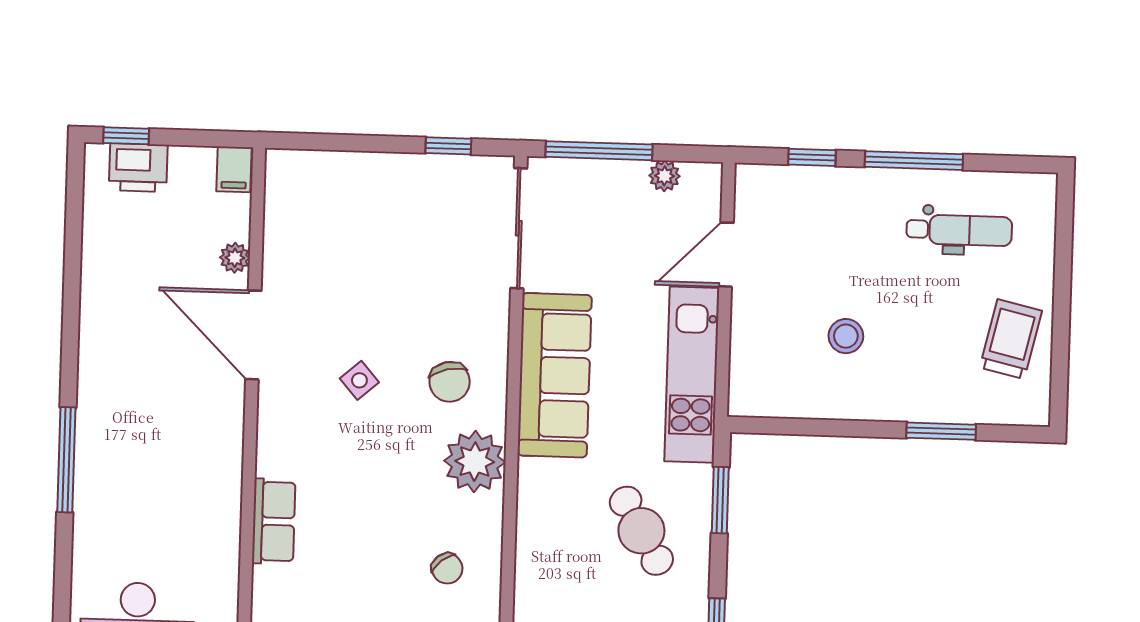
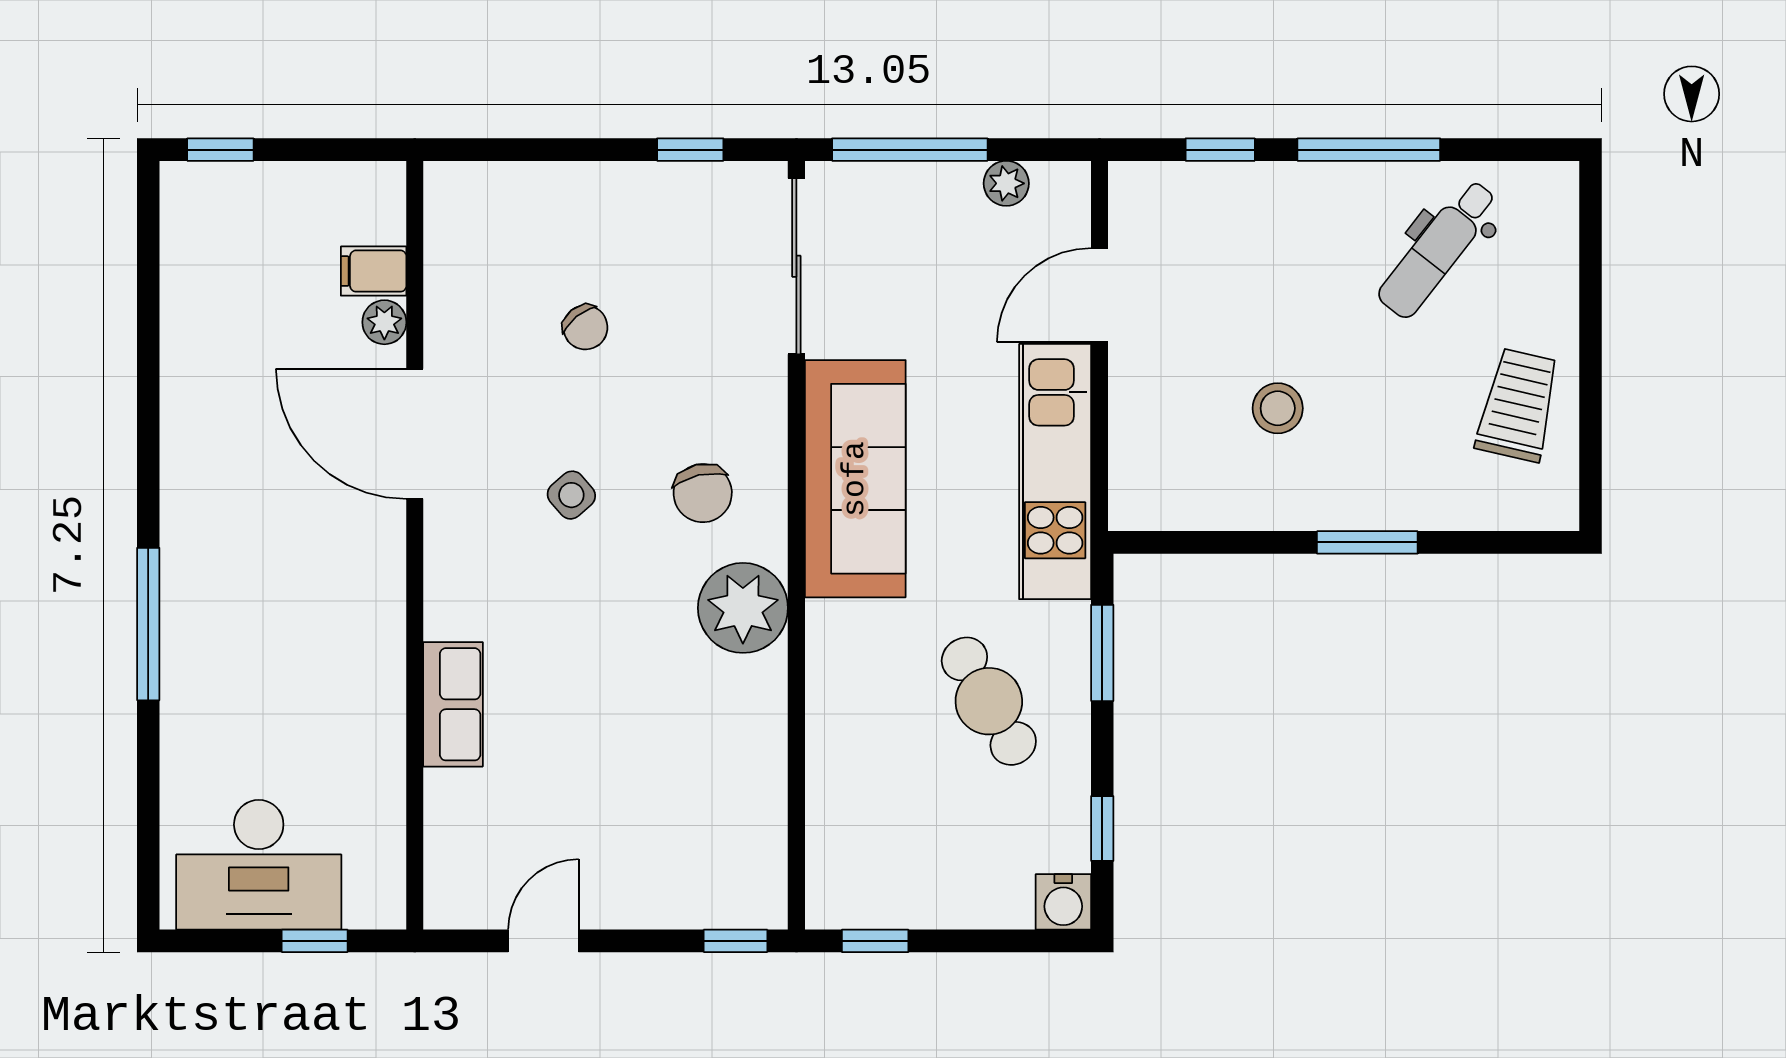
printer: (138, 168) -> (240, 195), removed
filing cabinet: (234, 169) -> (374, 271), moved, turned 90
dental chair: (959, 230) -> (1438, 249), turned 128
window: (941, 431) -> (1367, 542), moved
chair: (447, 568) -> (585, 327), moved

